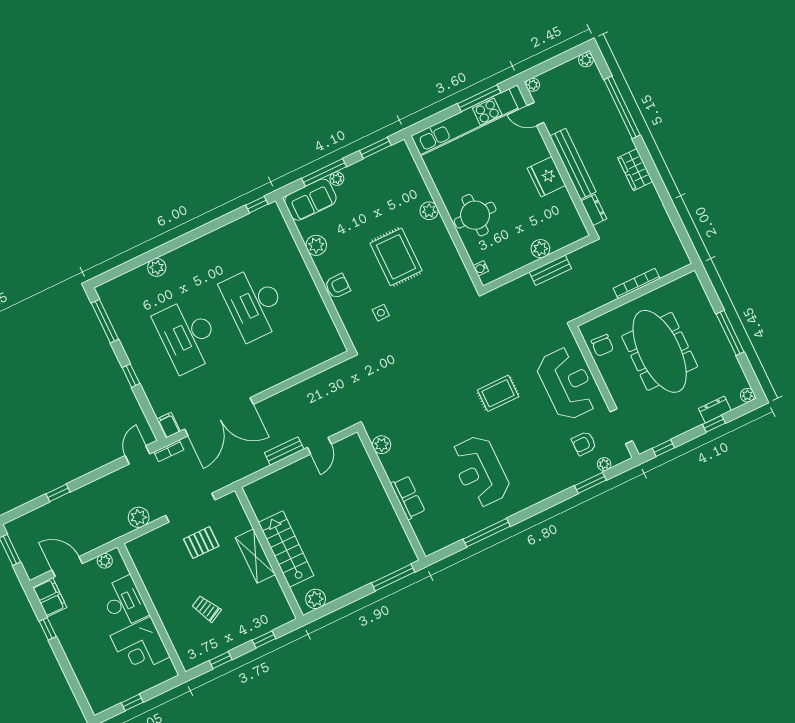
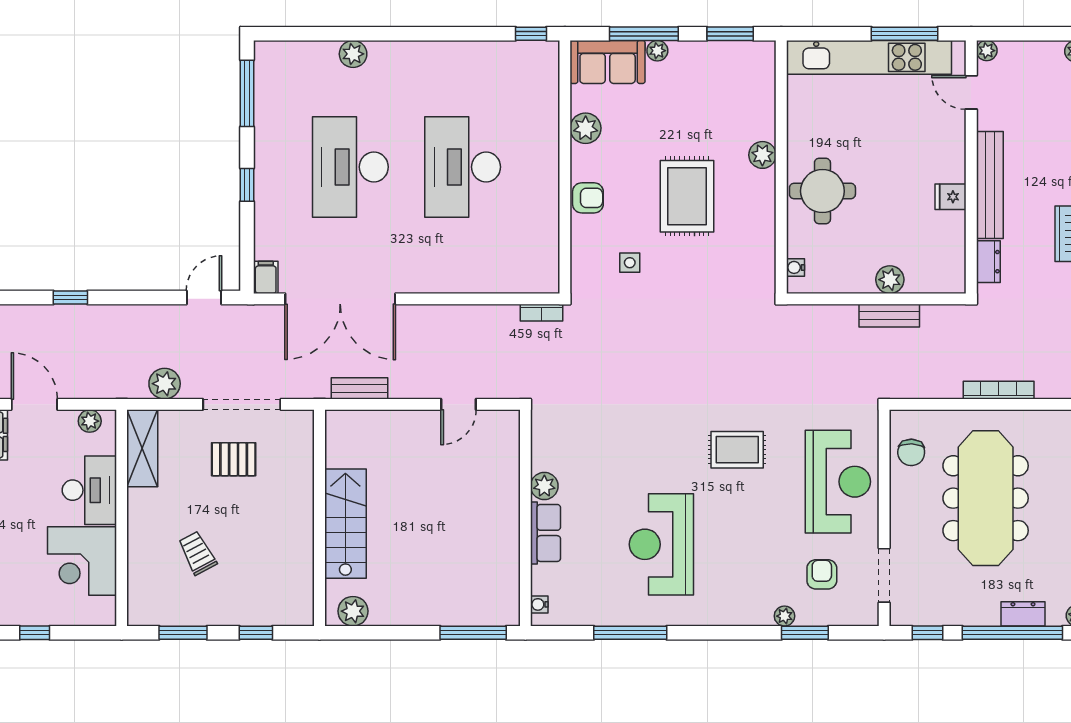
fridge: (546, 177) -> (950, 197), width x0.53, depth x0.75
window: (714, 424) -> (1012, 633), width x3.17
armchair: (584, 443) -> (822, 574), turned 90
plant: (382, 445) -> (544, 486), moved
bookcase: (169, 451) -> (542, 313), moved
bench: (284, 451) -> (359, 388), moved
plant: (604, 464) -> (784, 616), moved
water cooler: (424, 542) -> (539, 604), added
shelving: (255, 556) -> (142, 448), moved
window: (221, 660) -> (183, 633), width x1.50

